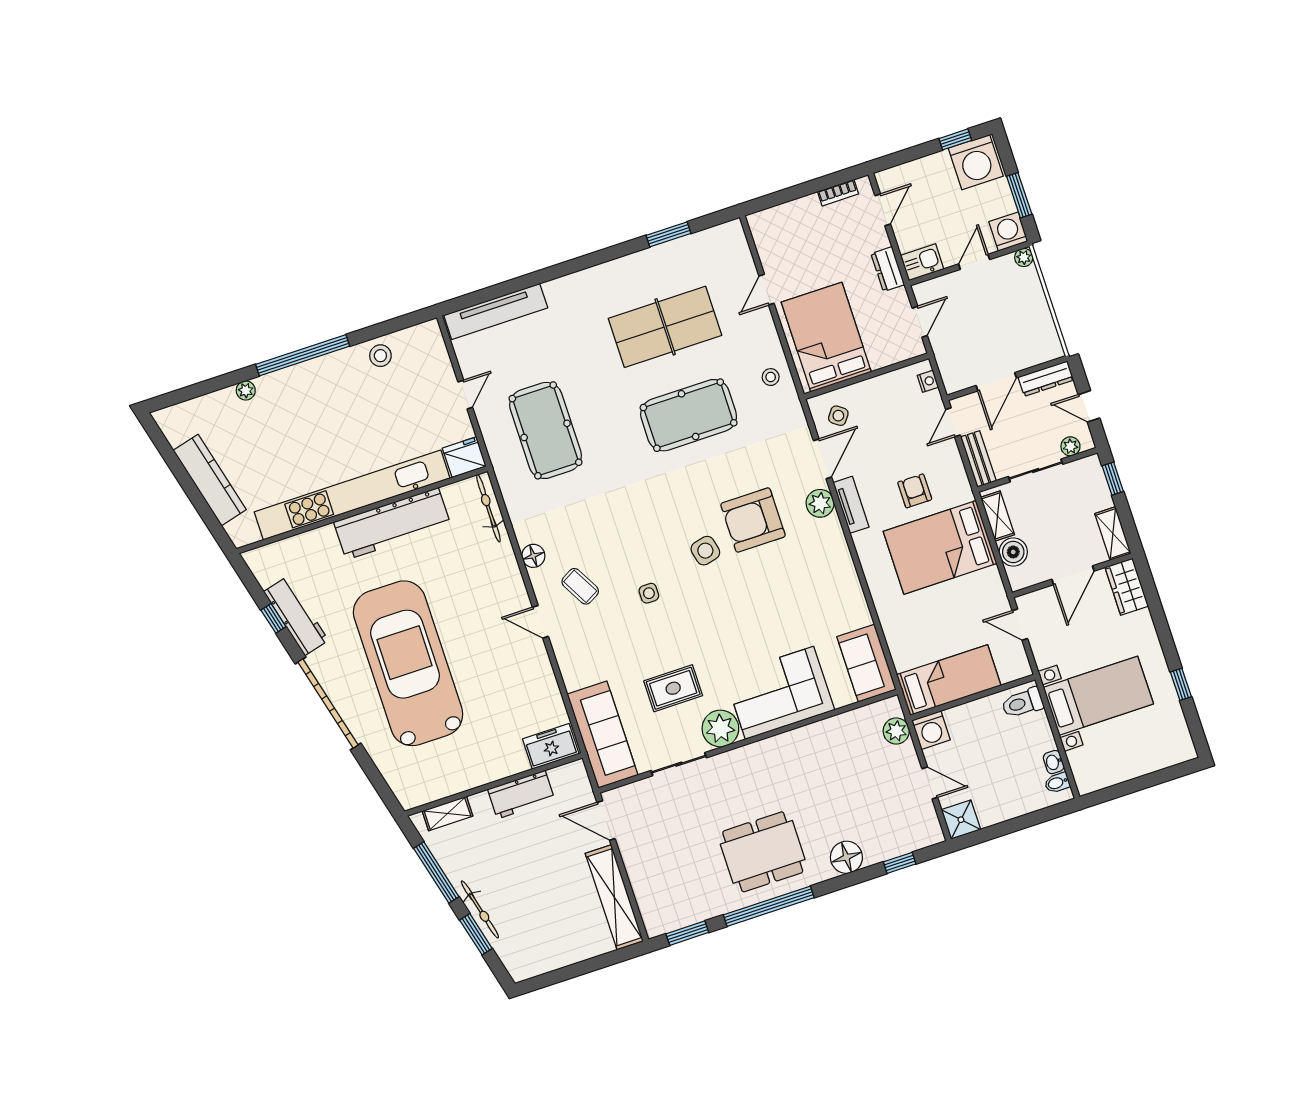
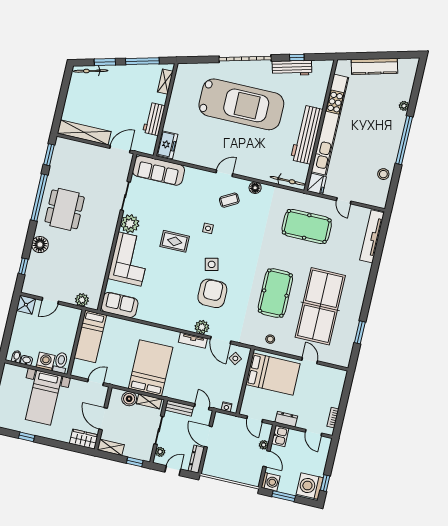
plant: (1024, 257) -> (264, 445), moved
table tennis table: (665, 327) -> (320, 306), width x1.36, depth x1.32
armchair: (915, 491) -> (182, 372), removed
rug: (673, 688) -> (175, 241), moved, turned 90
washing machine: (931, 730) -> (46, 361), moved, turned 90
bicycle: (480, 909) -> (91, 71), moved

